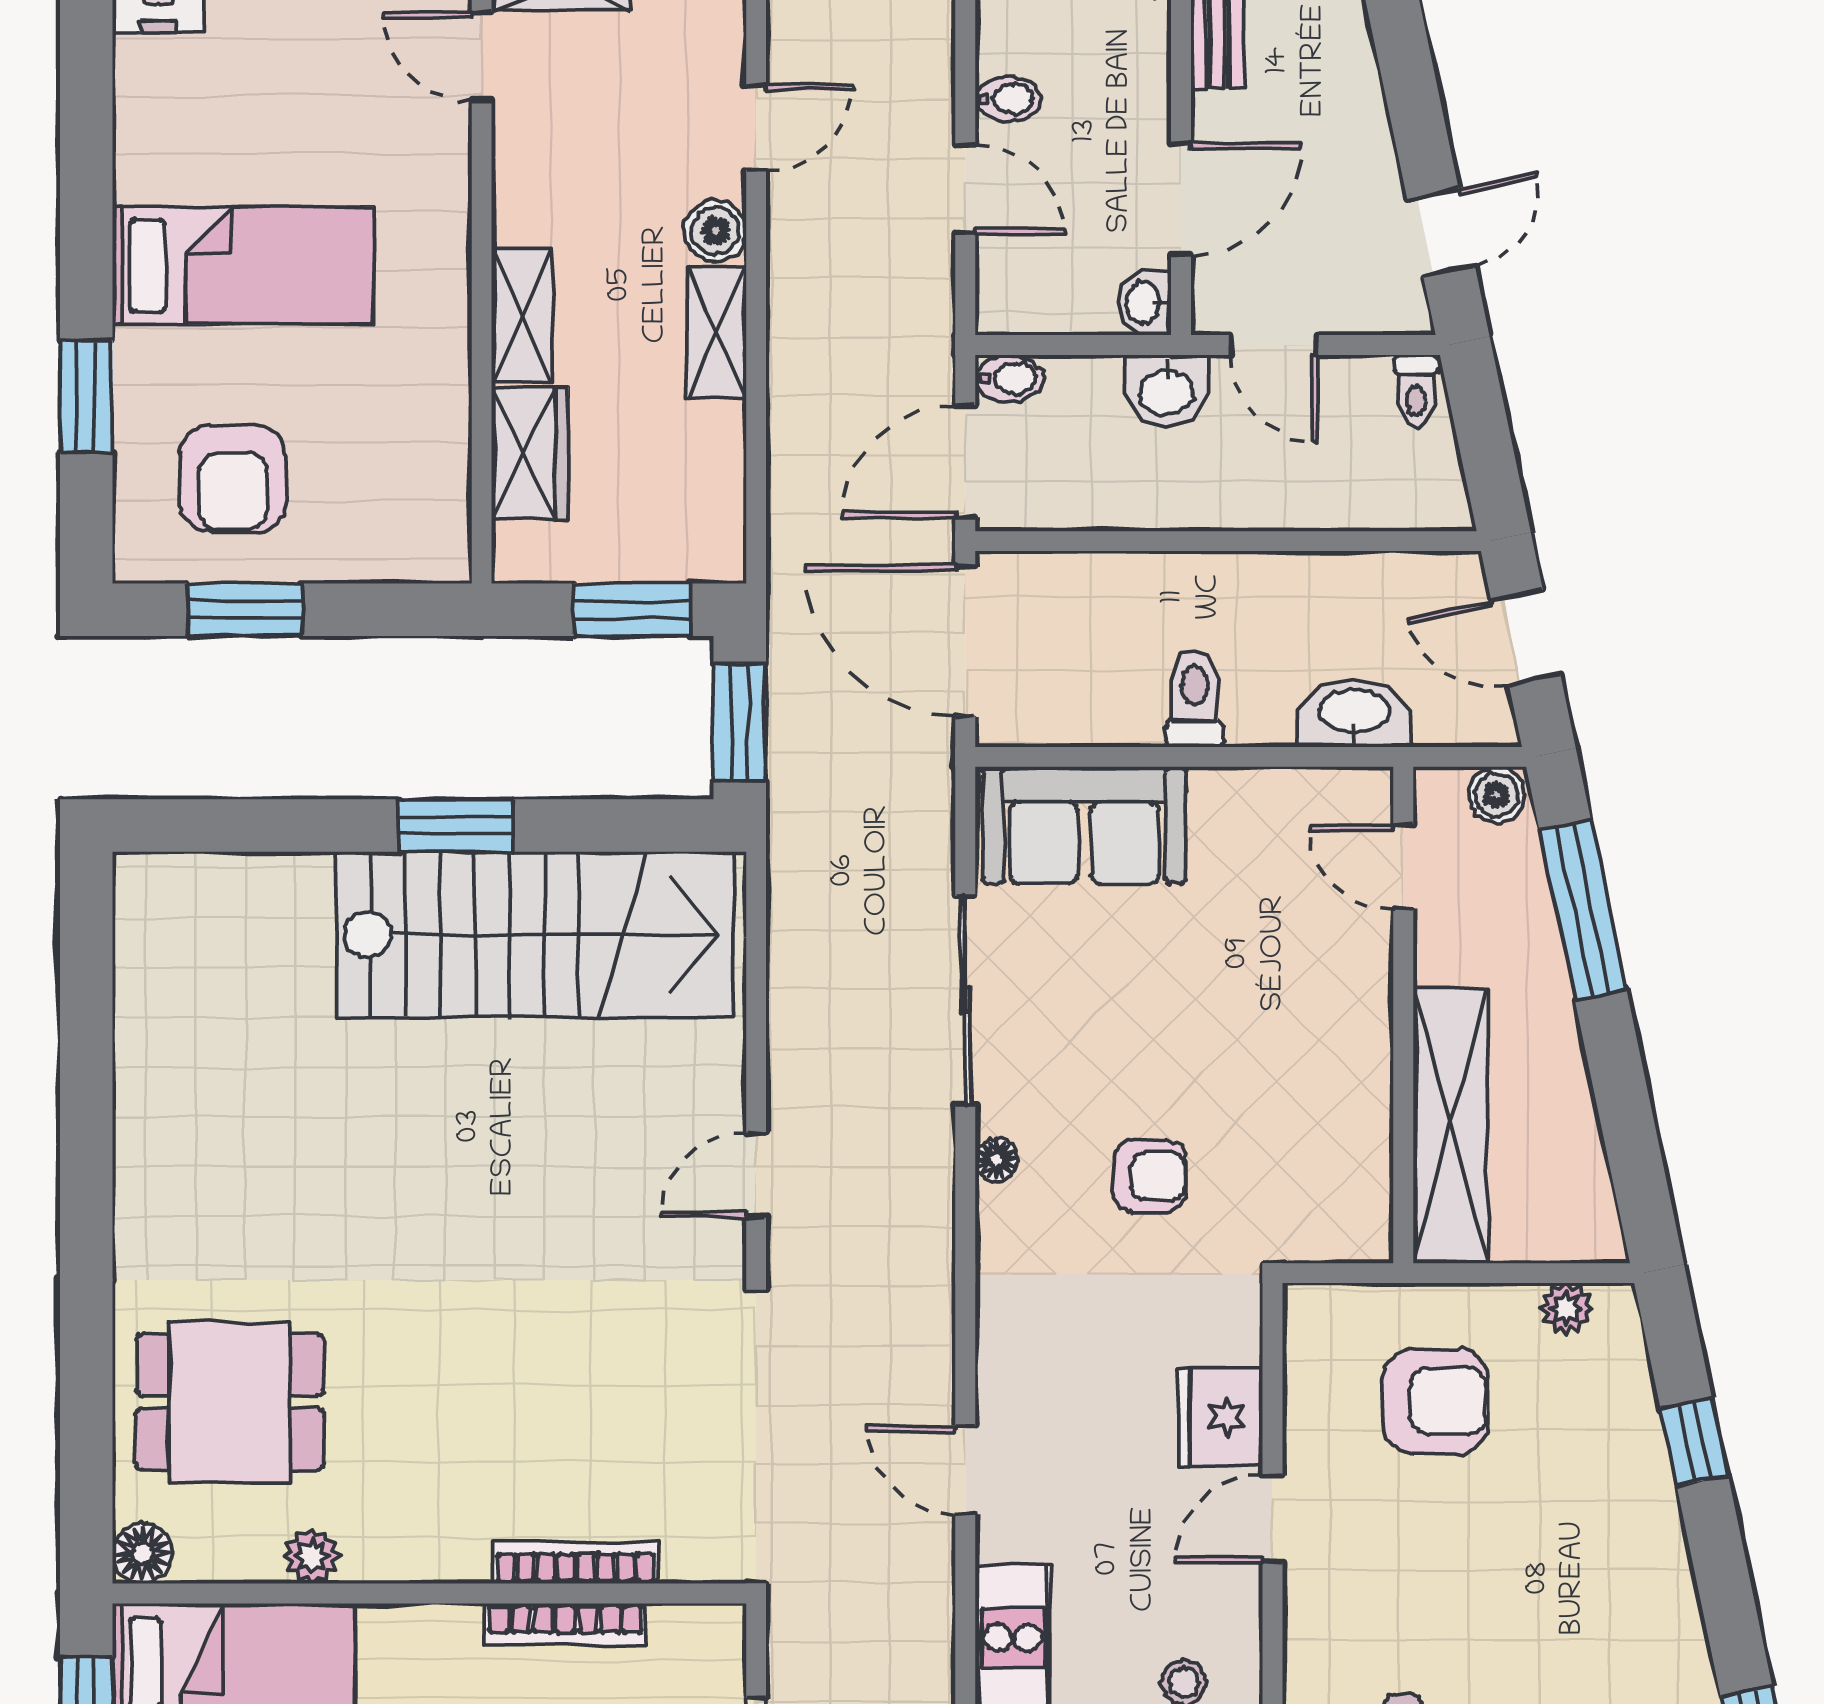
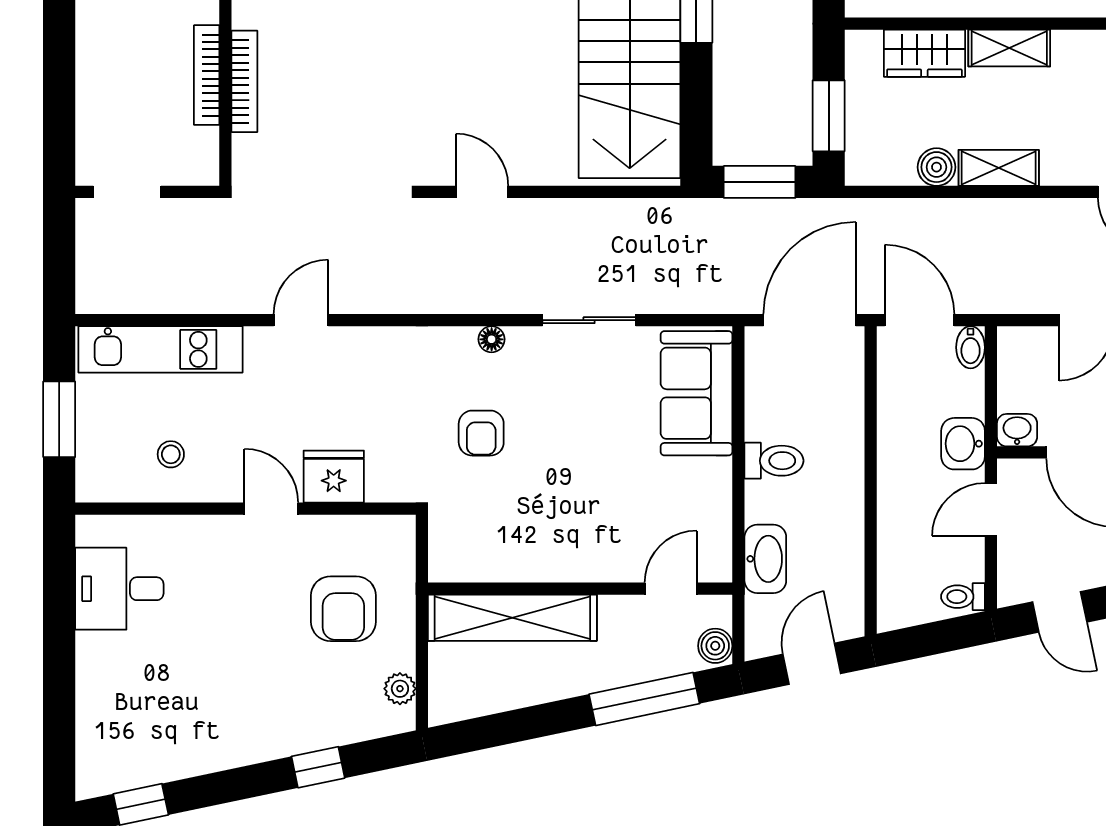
boiler: (716, 231) -> (936, 167), moved
sliding door: (965, 1000) -> (589, 320), width x0.73

